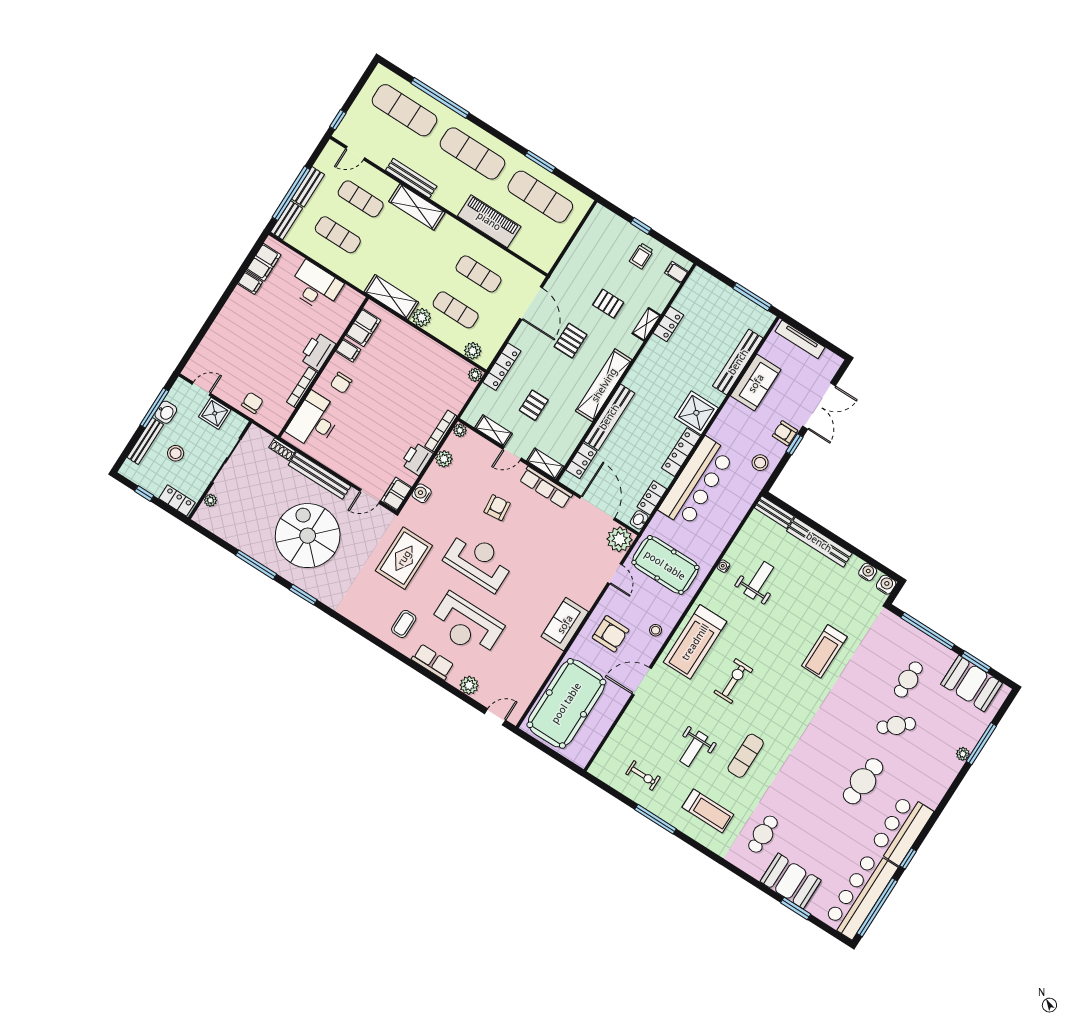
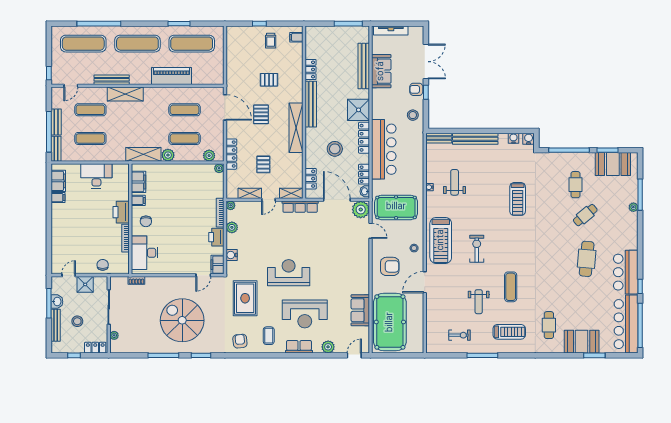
shelving: (646, 324) -> (298, 78), removed
bench: (609, 417) -> (311, 104), moved
stool: (635, 443) -> (335, 149), added
bench: (320, 476) -> (167, 282), removed
armchair: (497, 508) -> (240, 341), moved
sofa: (565, 624) -> (360, 310), moved

